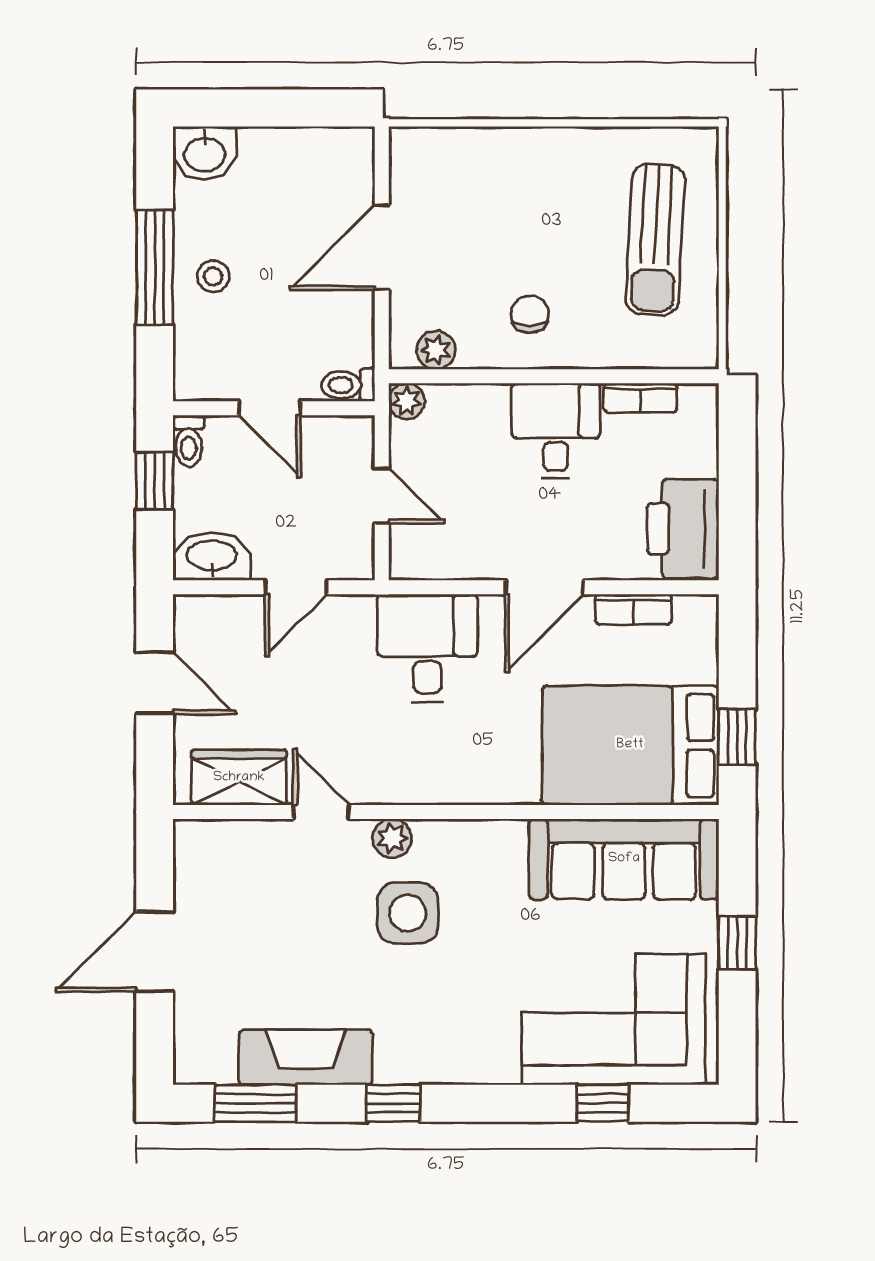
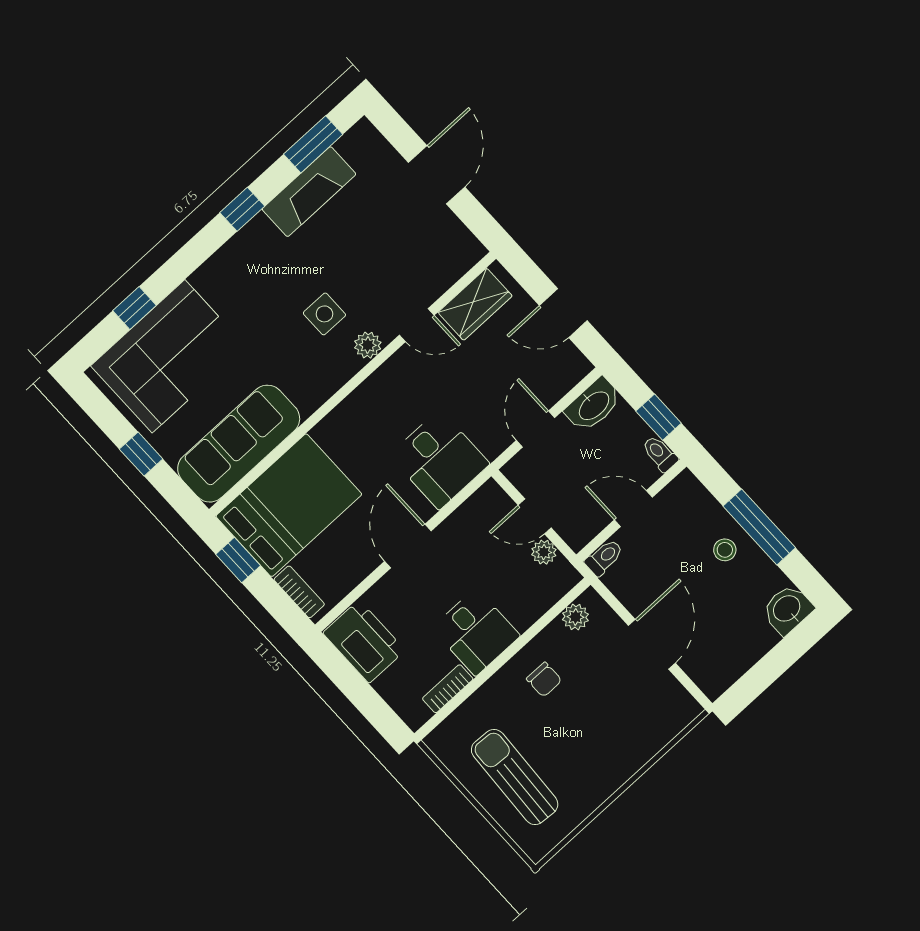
plant: (407, 401) -> (544, 552), moved
bookcase: (633, 609) -> (299, 592), moved, turned 90
side table: (408, 913) -> (324, 314), width x0.73, depth x0.73

